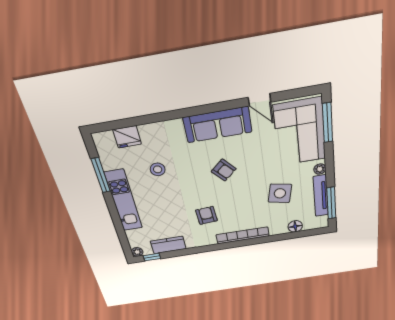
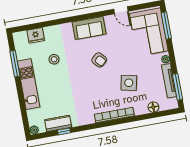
sofa: (218, 125) -> (89, 28), width x0.73
side table: (280, 193) -> (129, 83), moved
armchair: (206, 215) -> (87, 97), removed
window: (152, 257) -> (64, 131), moved

